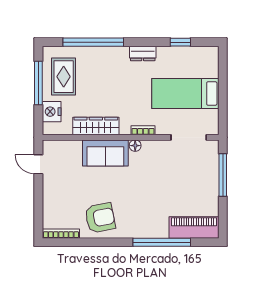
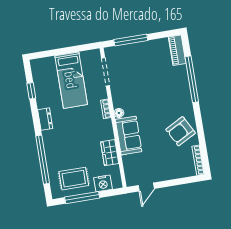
wardrobe: (96, 126) -> (110, 153), width x0.67
armchair: (100, 218) -> (181, 131), turned -107
piano: (194, 227) -> (177, 50), width x0.73, depth x0.75

